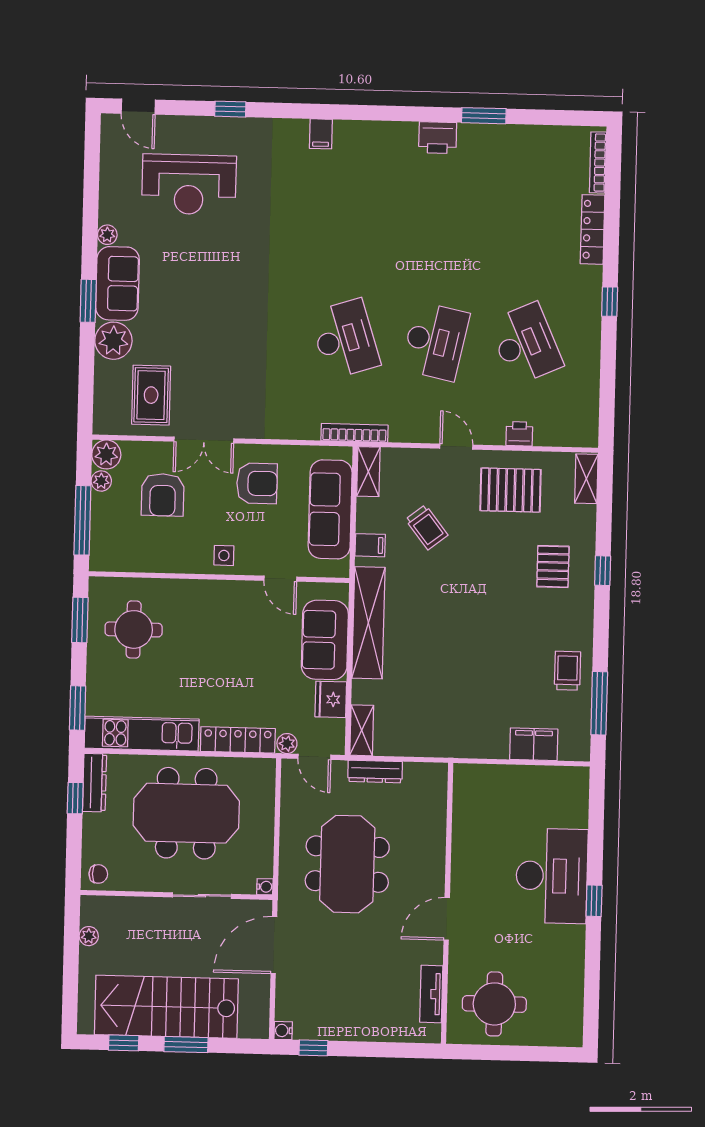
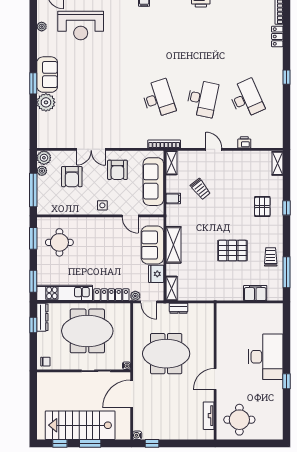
locker: (593, 229) -> (277, 36), width x0.66
plant: (107, 235) -> (42, 27), moved
rug: (151, 395) -> (65, 128), removed
armchair: (257, 483) -> (117, 170), turned 90
pallet: (510, 490) -> (232, 251), moved
shelving: (368, 623) -> (173, 245), width x0.68
dresser: (375, 772) -> (179, 308), width x0.70
meeting table: (347, 864) -> (166, 354), turned 90
window: (594, 901) -> (286, 381), moved
plant: (89, 936) -> (42, 392), removed

